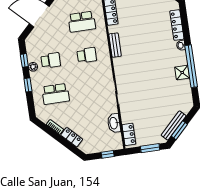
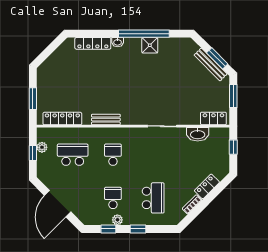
school desk: (82, 22) -> (73, 155), turned -90

